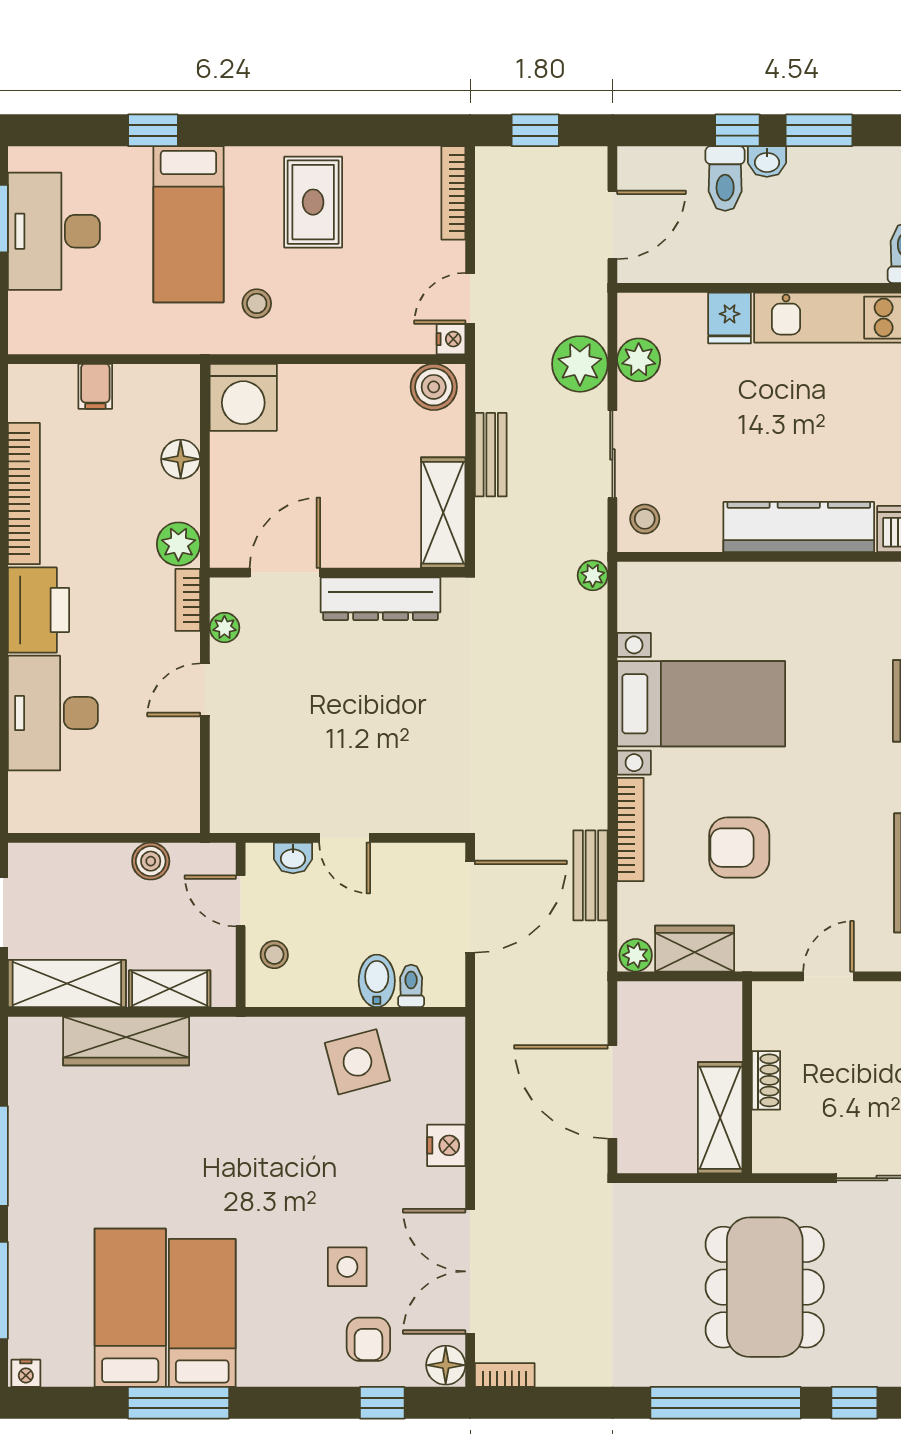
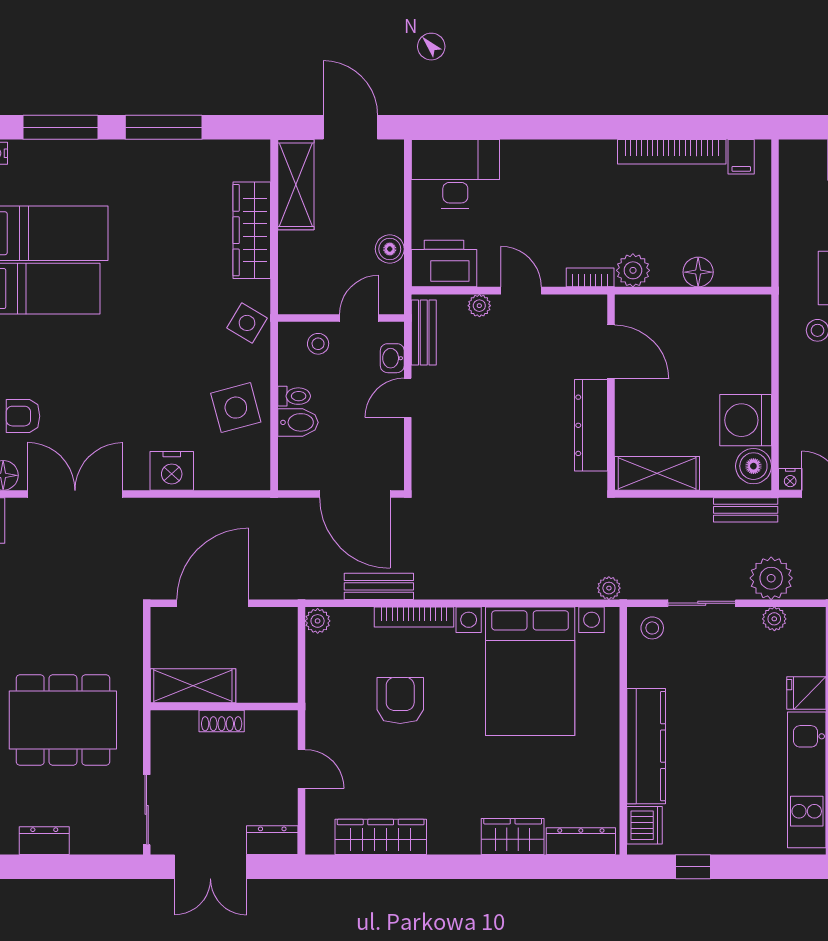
plant: (639, 360) -> (774, 619), width x0.73, depth x0.73
filing cabinet: (95, 386) -> (741, 157), moved, turned -90
washing machine: (243, 397) -> (746, 420), moved
bench: (491, 455) -> (746, 510), moved
printer: (38, 610) -> (444, 264), moved, turned 180
plant: (224, 628) -> (479, 306), moved
bed with nightstands: (701, 704) -> (530, 671), width x1.36
desk: (53, 713) -> (455, 174), moved
bench: (260, 817) -> (424, 333), added
wardrobe: (695, 949) -> (323, 666), removed
toilet: (411, 986) -> (294, 396), moved
shelving: (170, 989) -> (292, 264), removed
nightstand: (446, 1145) -> (172, 471), width x1.36, depth x1.33
side table: (347, 1267) -> (247, 323), moved, turned 31

